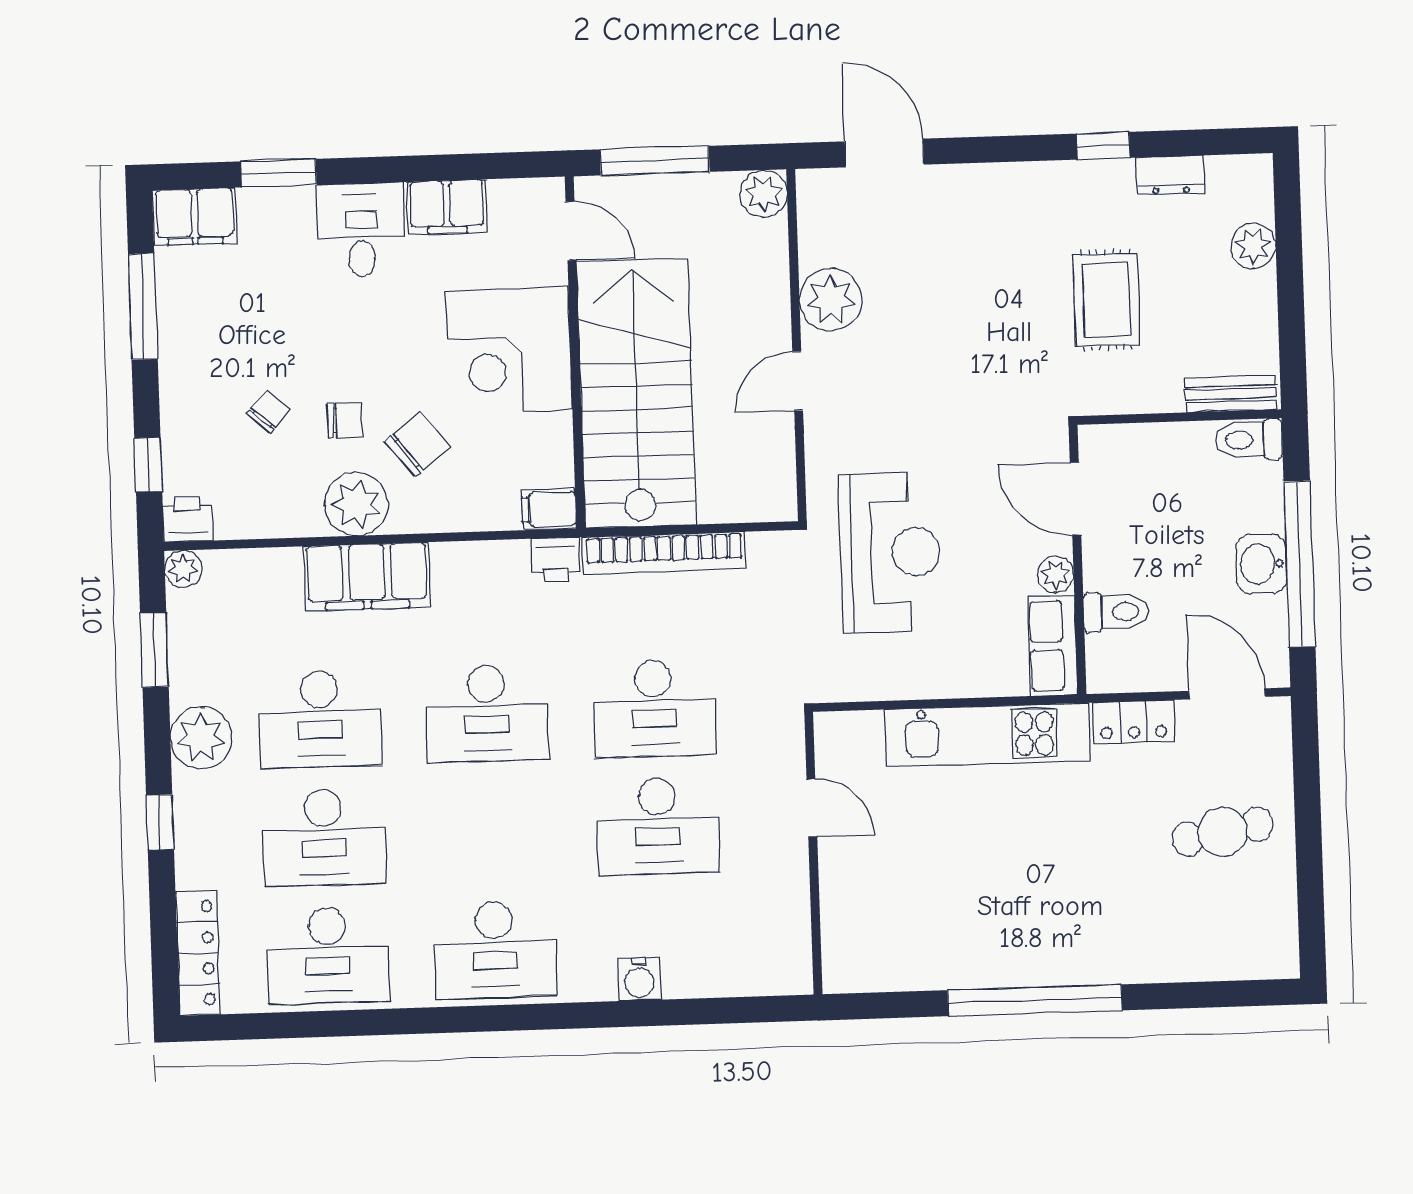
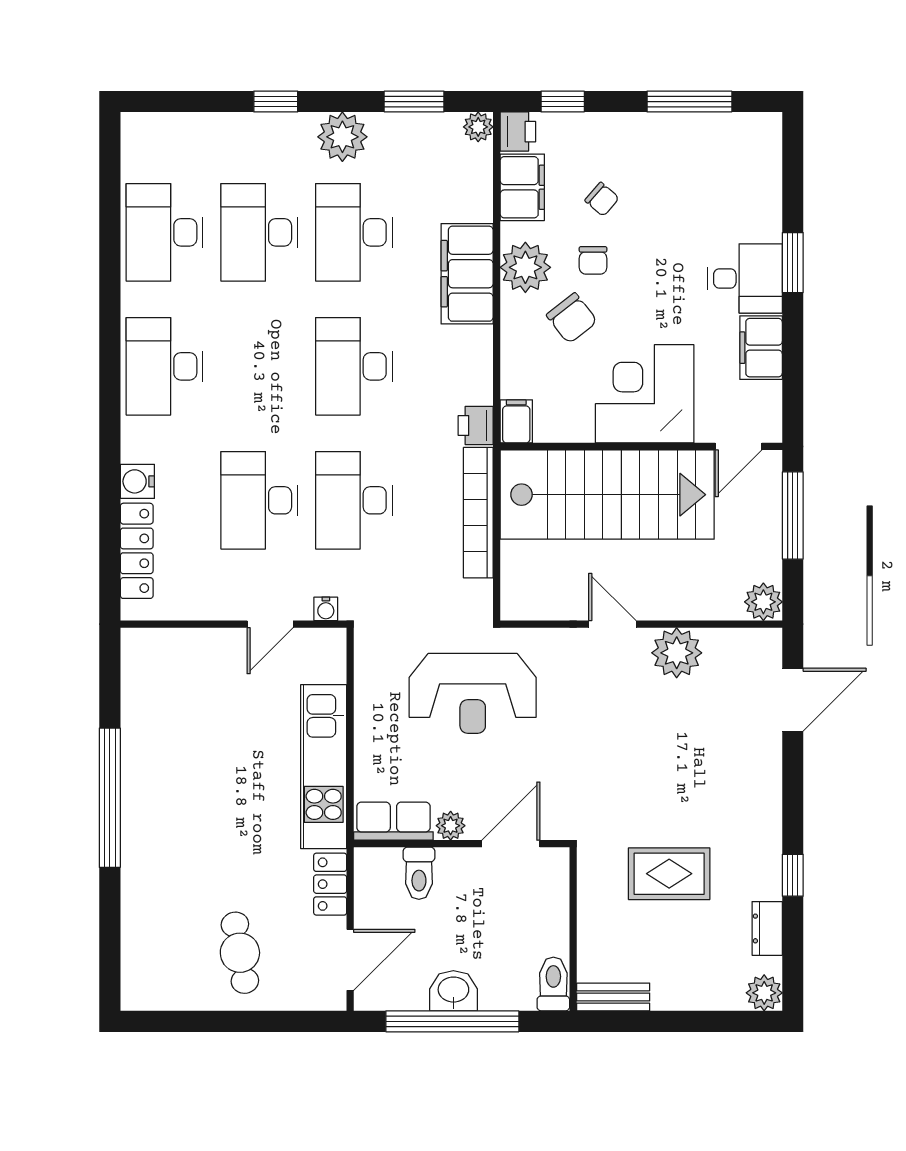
window: (279, 173) -> (793, 263), moved
filing cabinet: (195, 217) -> (522, 187), moved, turned 180
plant: (1253, 246) -> (764, 993), moved
bench: (1230, 394) -> (613, 997), moved, turned 90
water cooler: (790, 739) -> (326, 609), added
locker: (198, 953) -> (137, 551), moved, turned -90

